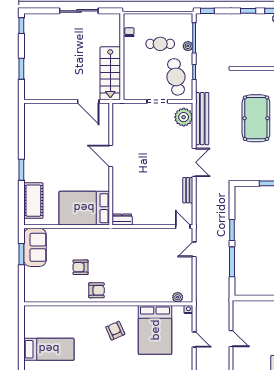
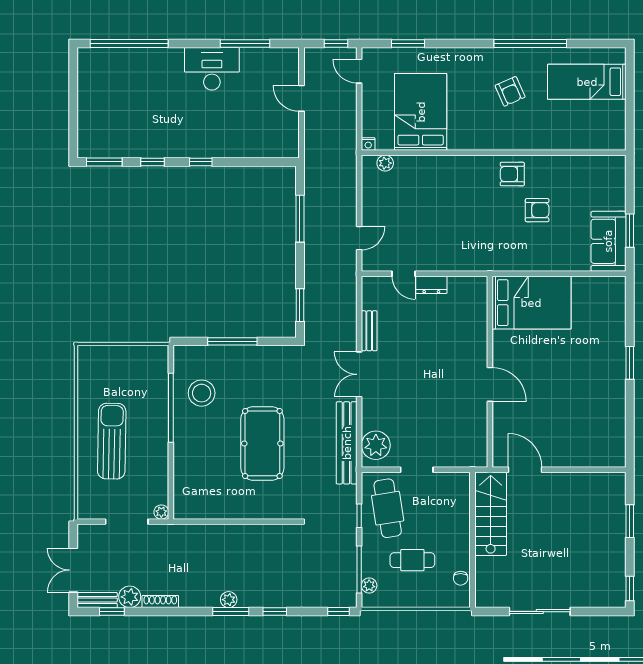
plant: (188, 46) -> (369, 586), moved
cot: (33, 201) -> (611, 315), removed
dresser: (122, 220) -> (431, 285), moved
door: (183, 227) -> (403, 274), moved
window: (232, 230) -> (300, 305), moved
armchair: (115, 331) -> (510, 91), moved
door: (194, 340) -> (359, 71), moved

